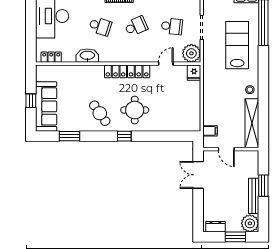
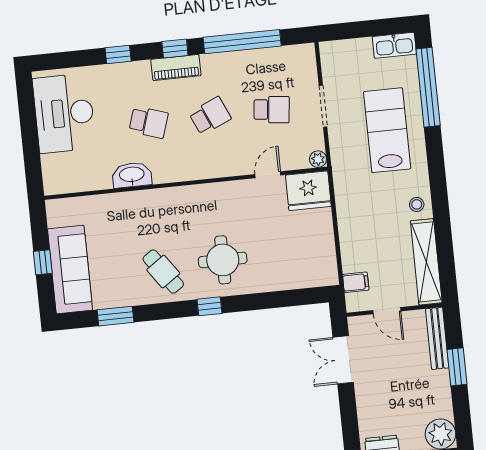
plant: (191, 53) -> (318, 159), width x0.53, depth x0.53
locker: (51, 57) -> (70, 184), removed
locker: (127, 71) -> (203, 195), removed
fridge: (194, 73) -> (308, 191), width x1.88, depth x1.34
bench: (254, 196) -> (437, 338), moved

